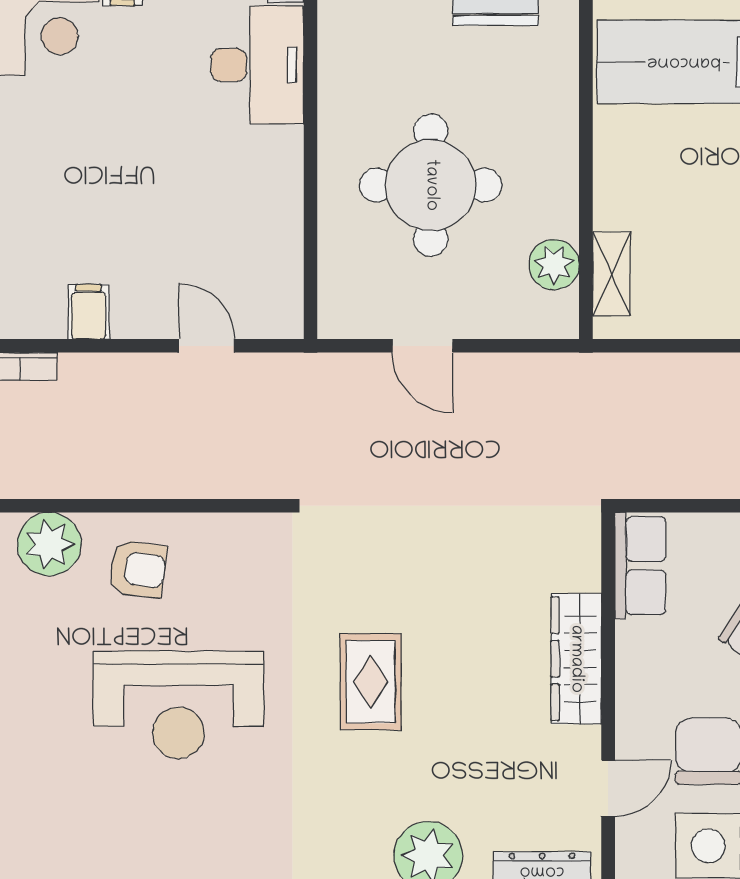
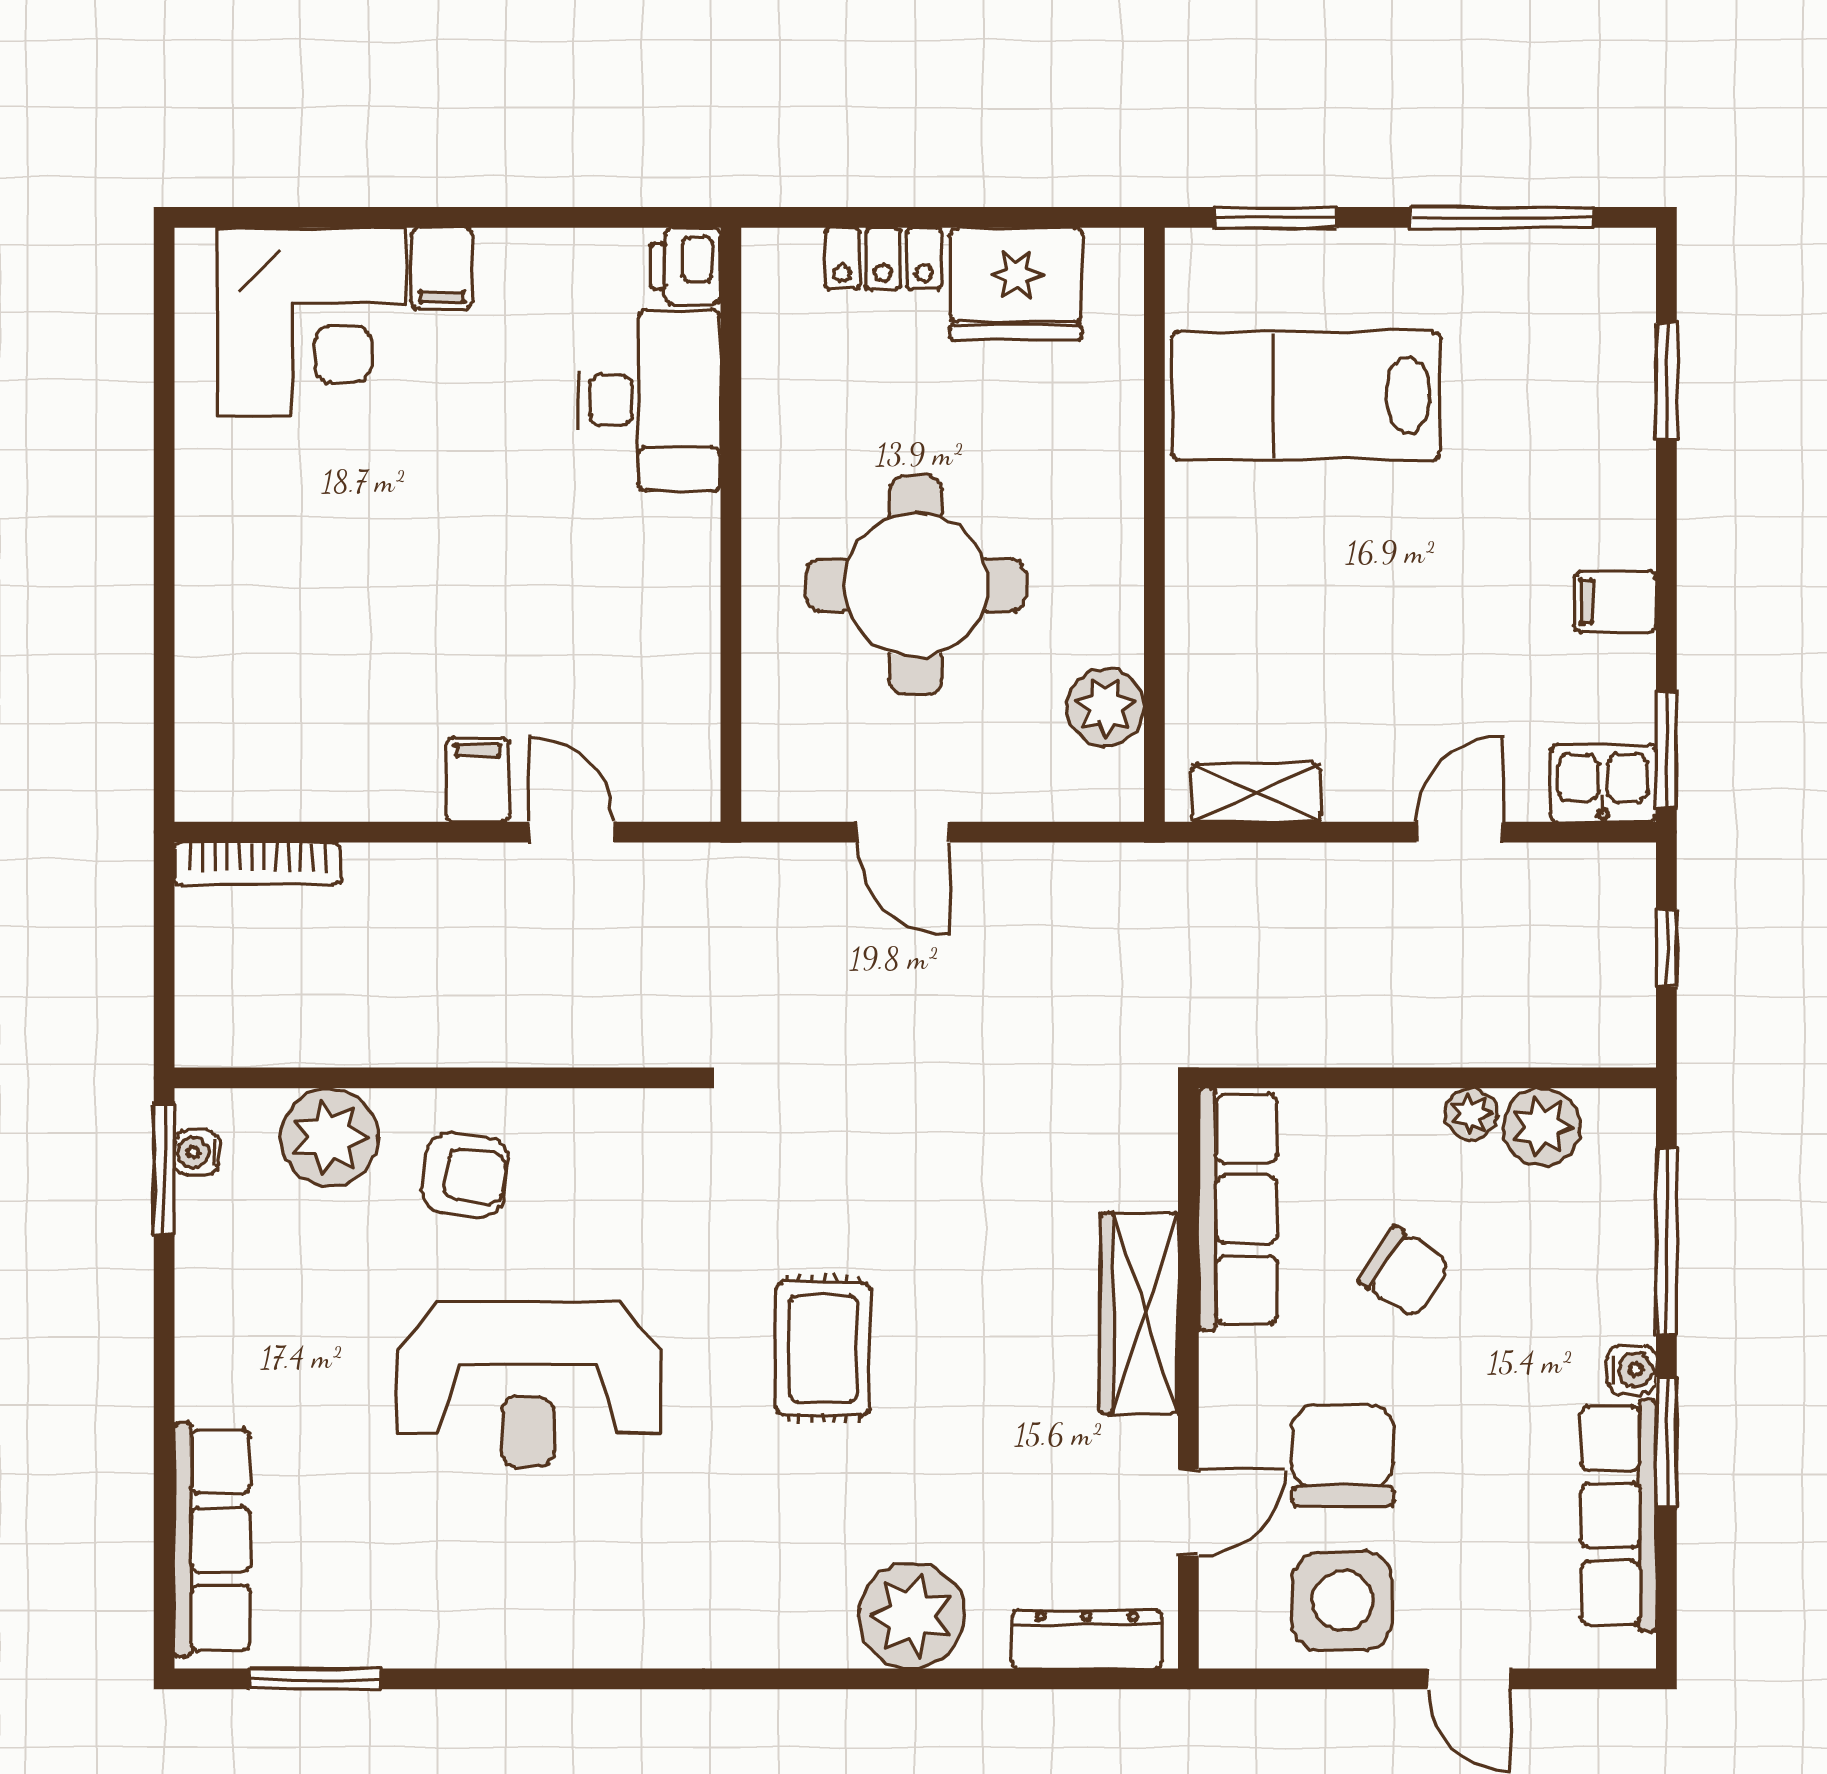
shelving: (611, 274) -> (1256, 793), moved, turned 90
filing cabinet: (89, 312) -> (478, 780), moved
row of seats: (640, 566) -> (1238, 1209), width x1.48

